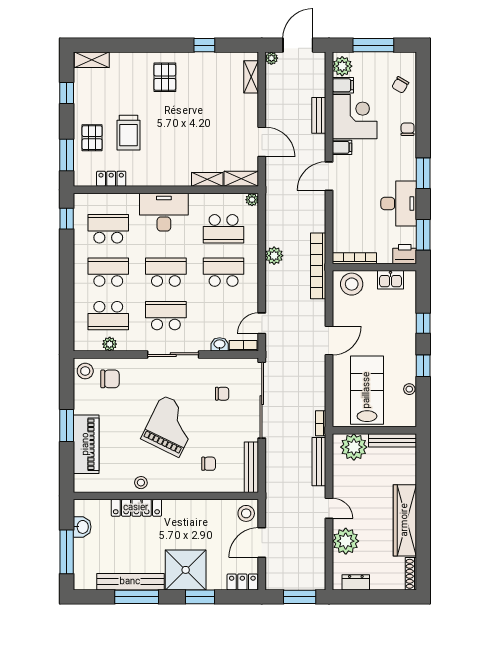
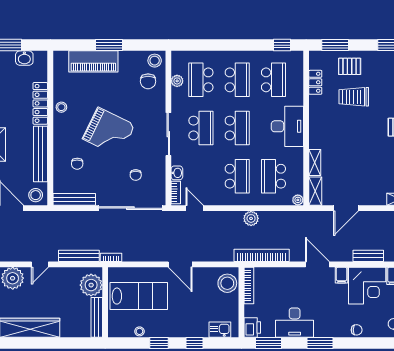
bookcase: (318, 266) -> (262, 255), moved
kitchen sink: (390, 280) -> (220, 330), moved, turned 90
bench: (197, 508) -> (41, 154), added

